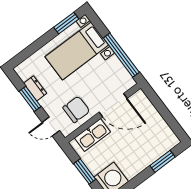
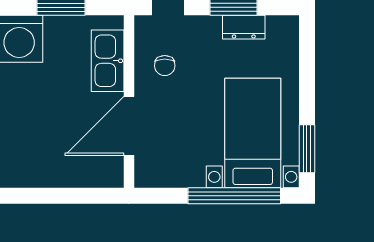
window: (121, 55) -> (234, 196), moved
chair: (76, 109) -> (165, 66), width x0.54, depth x0.54

